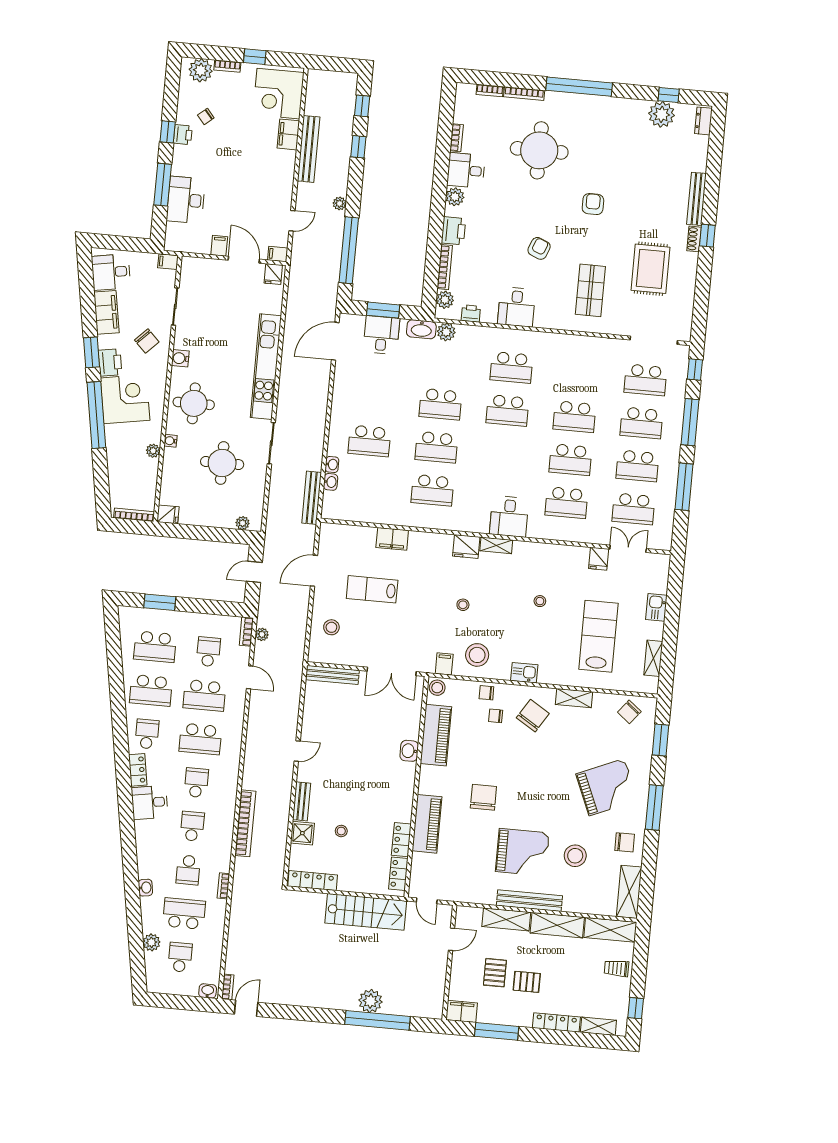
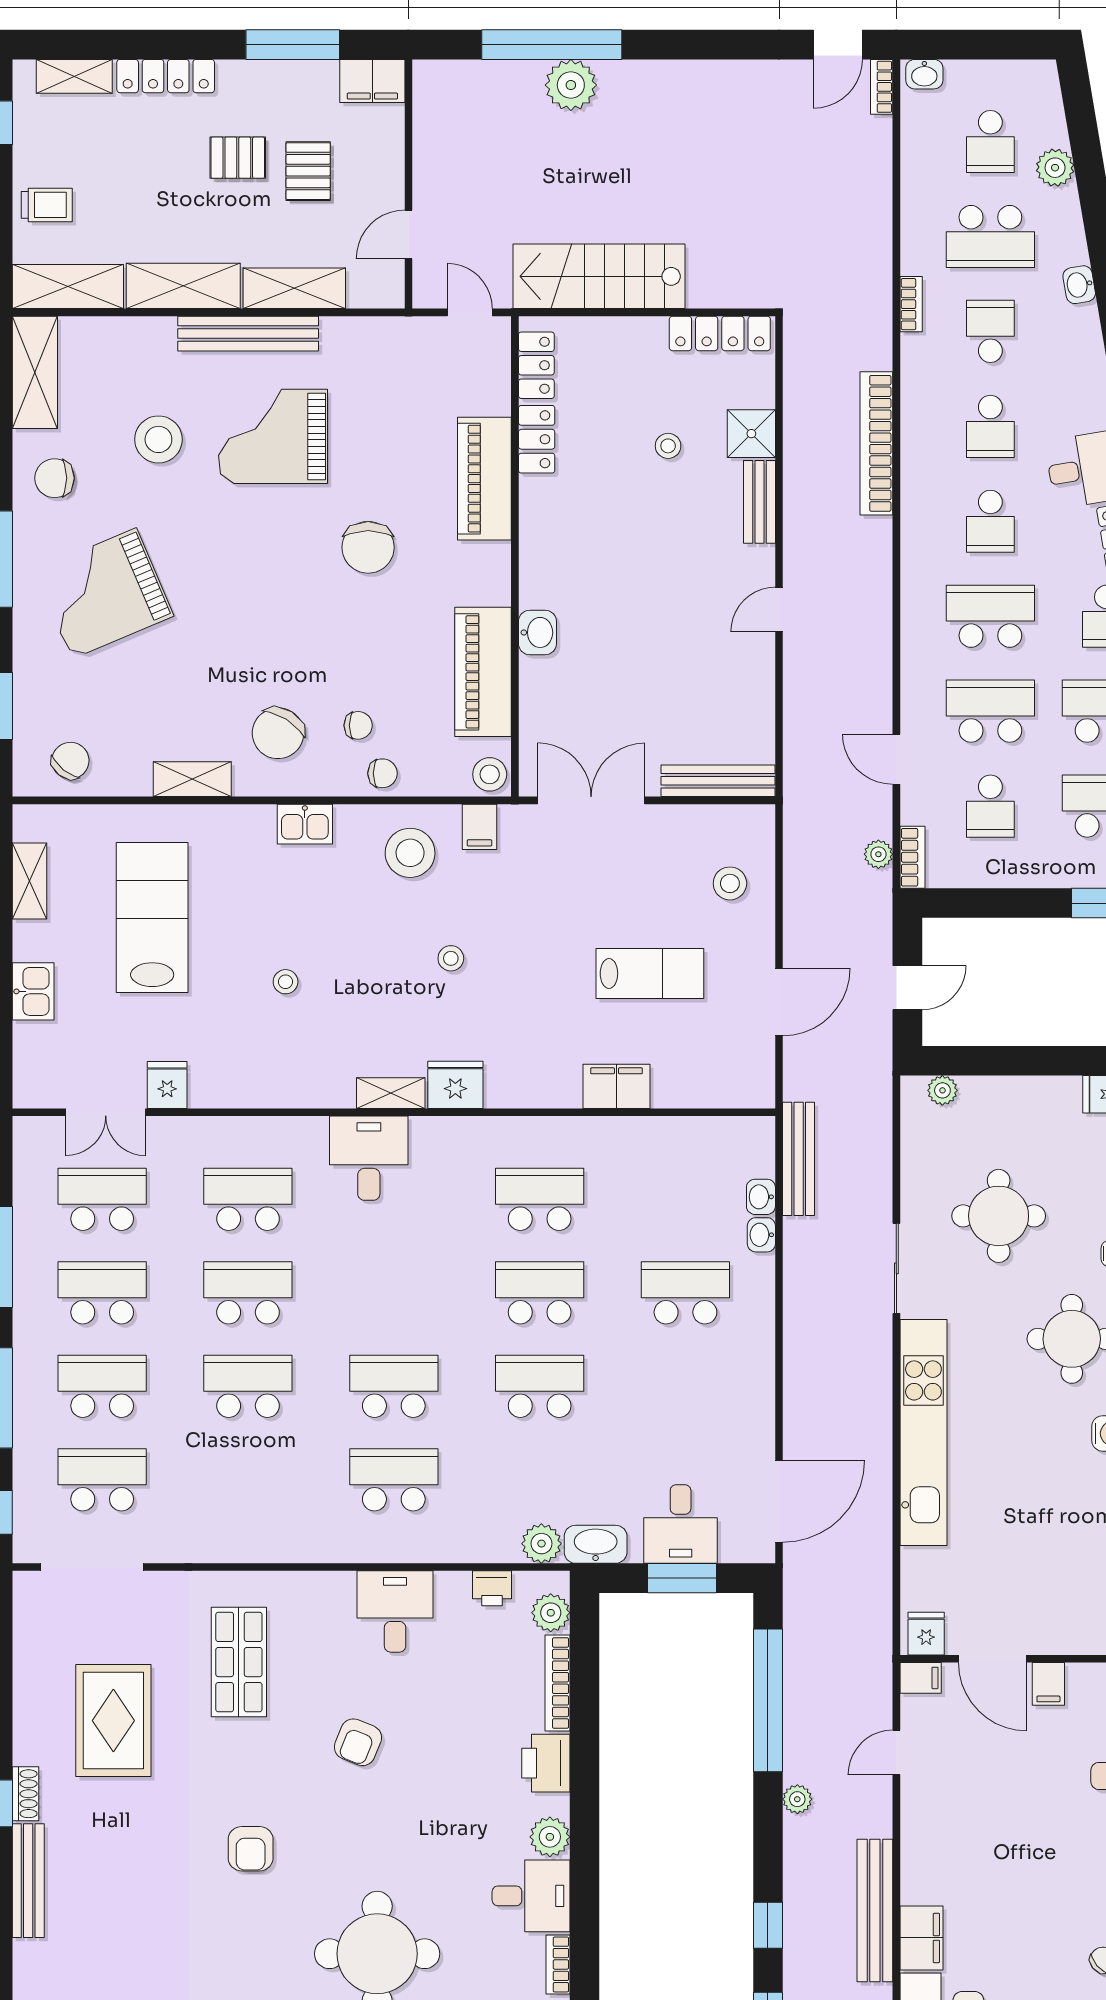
lab bench: (598, 636) -> (152, 918), turned 180

